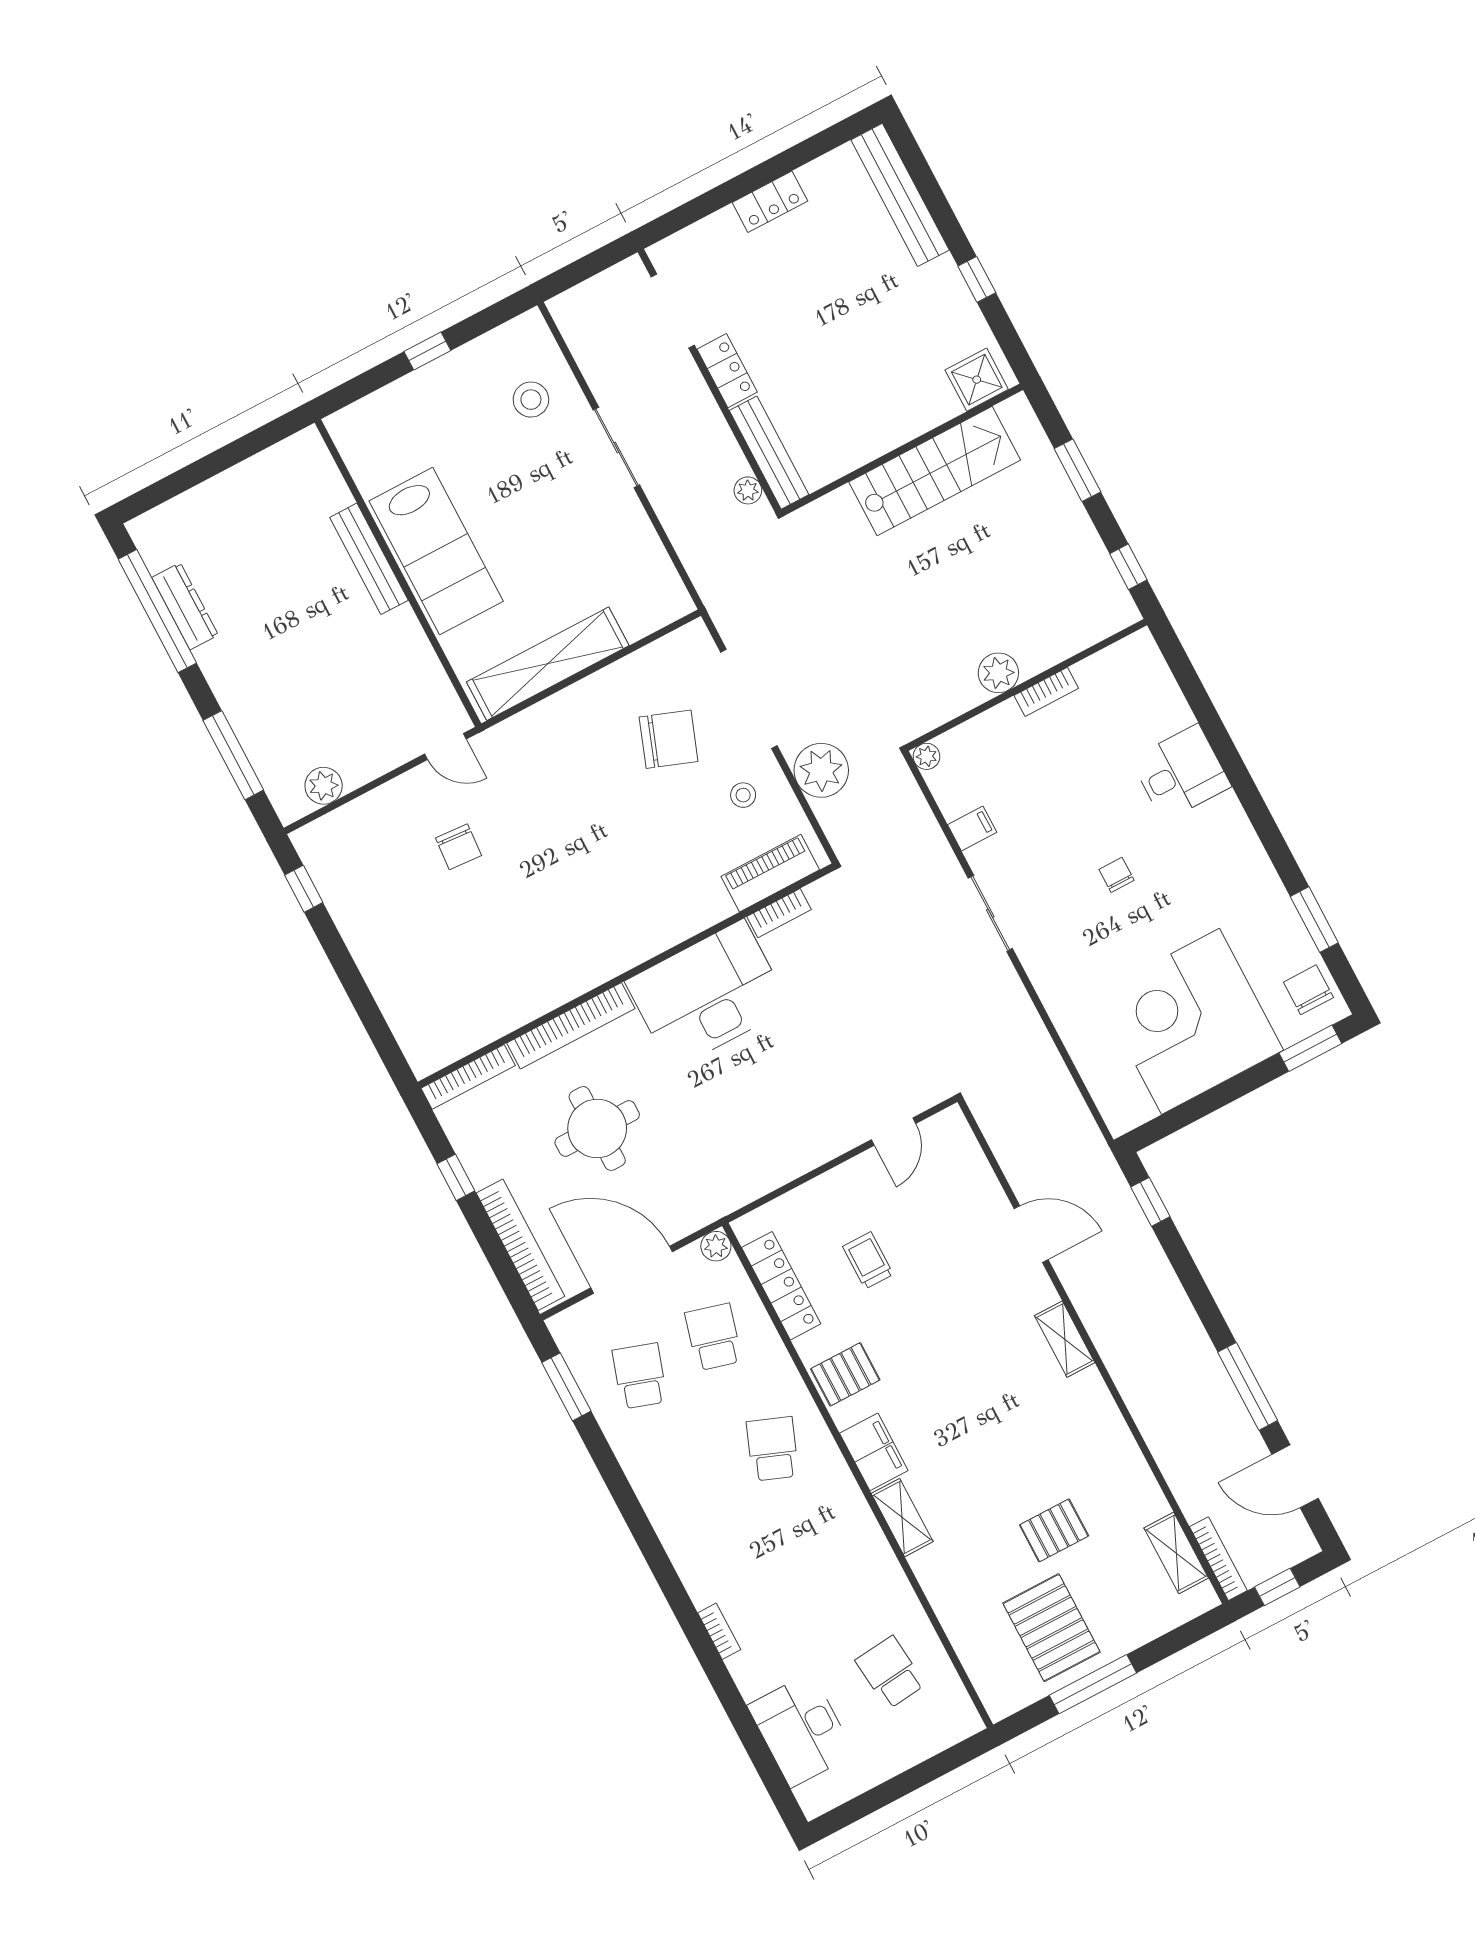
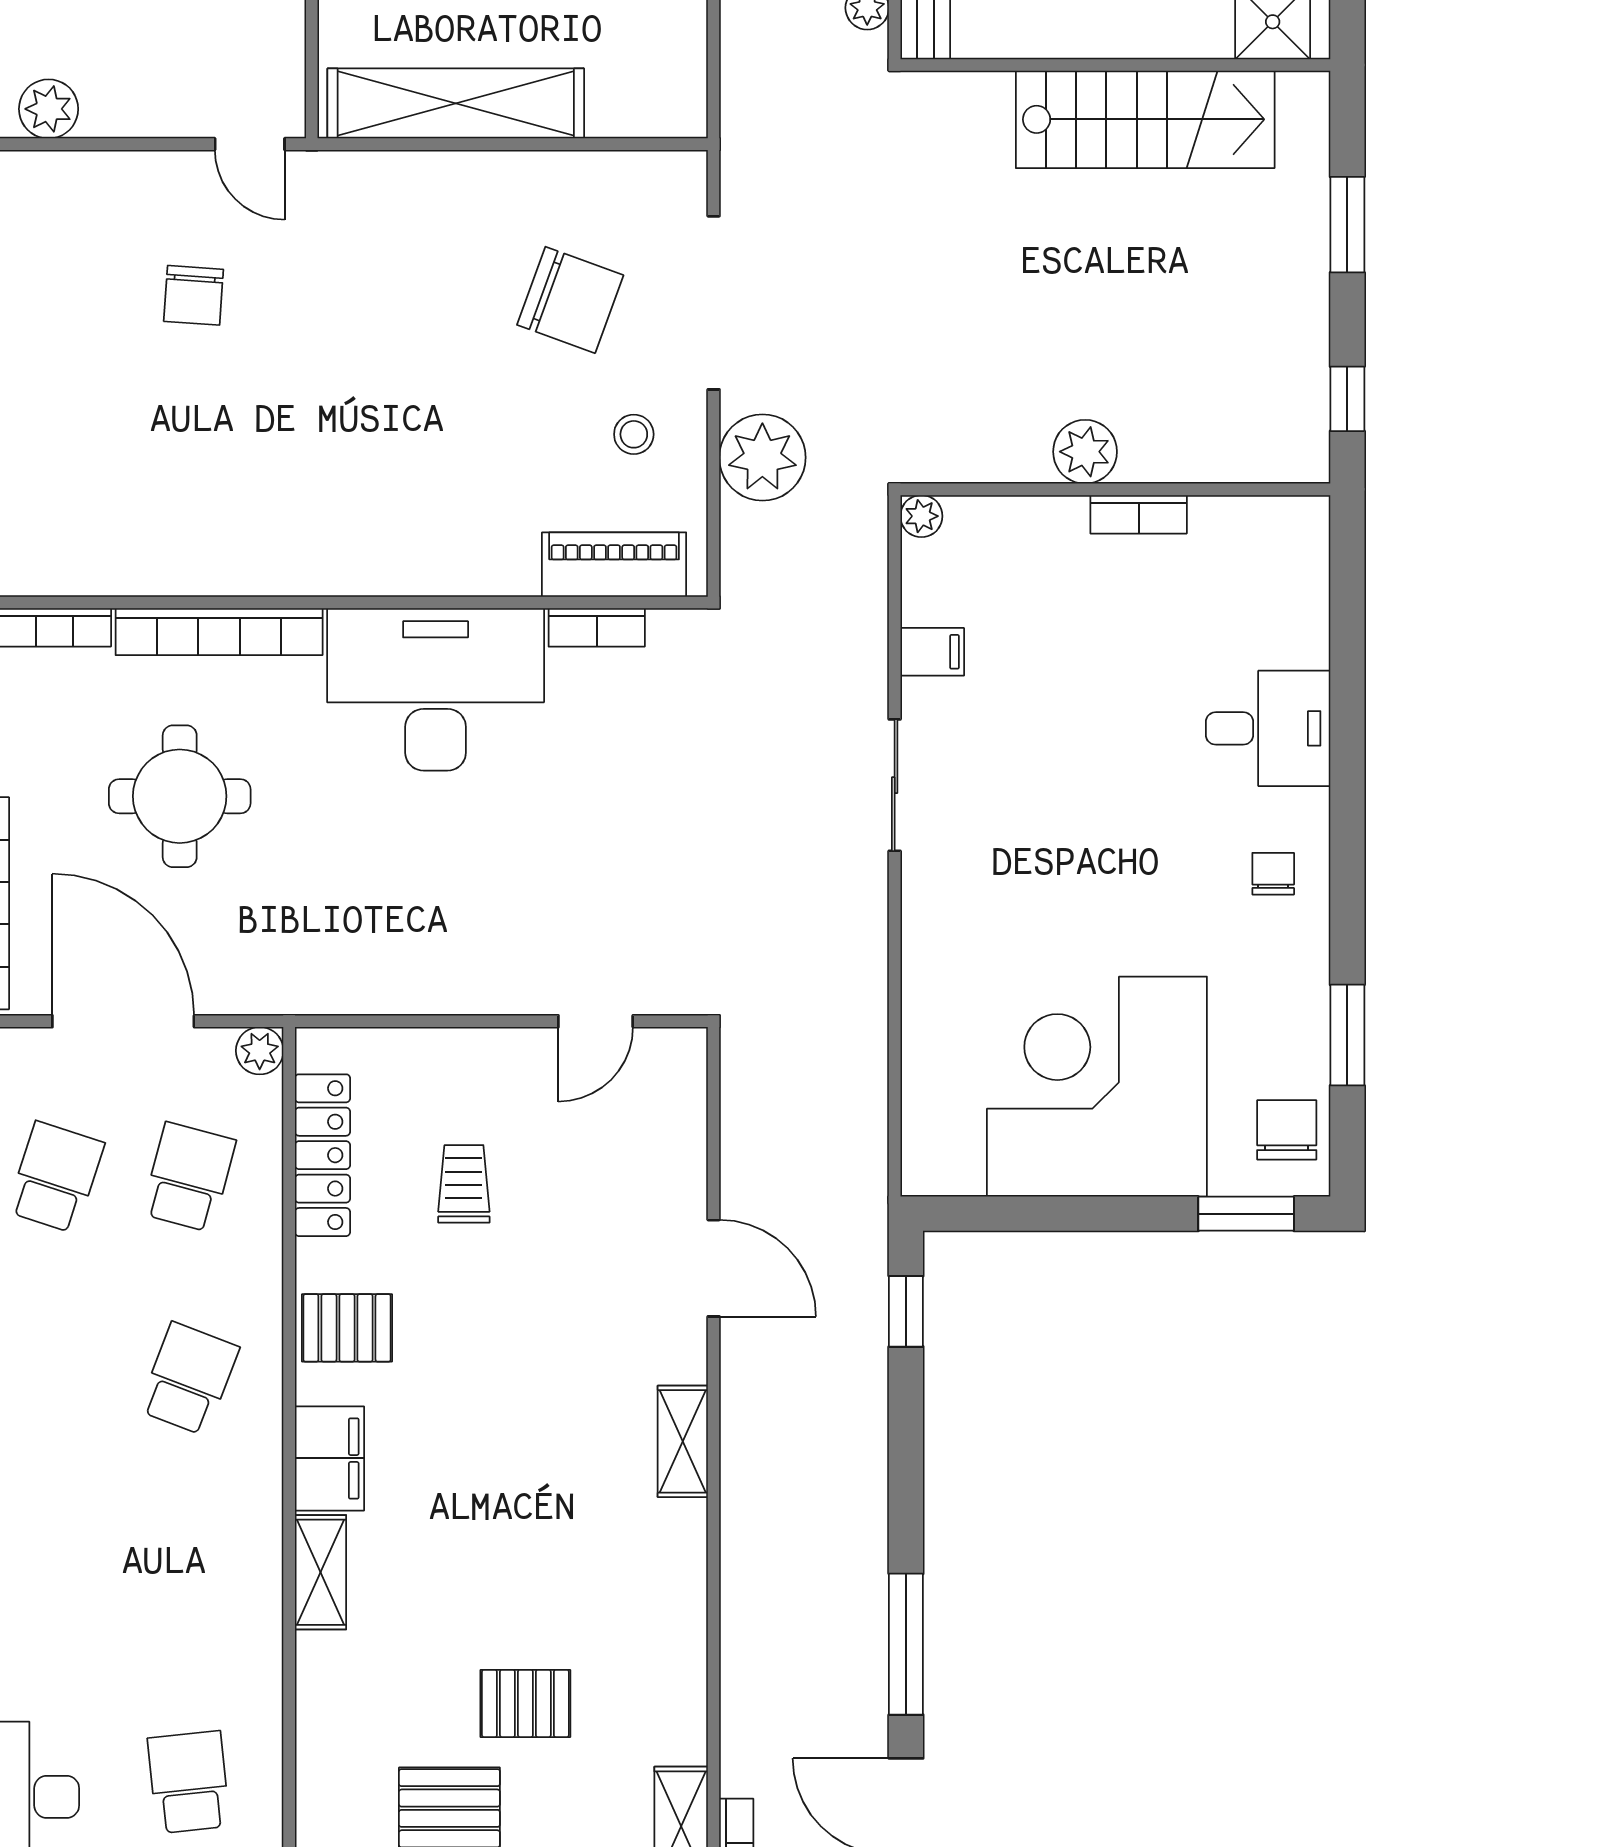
chair: (1117, 875) -> (1273, 874), moved

